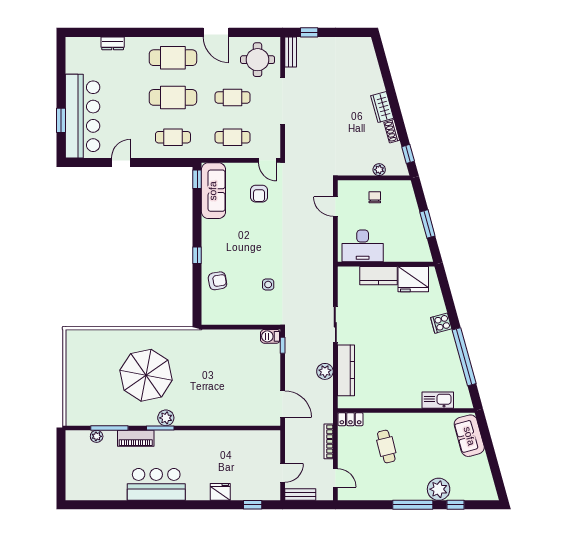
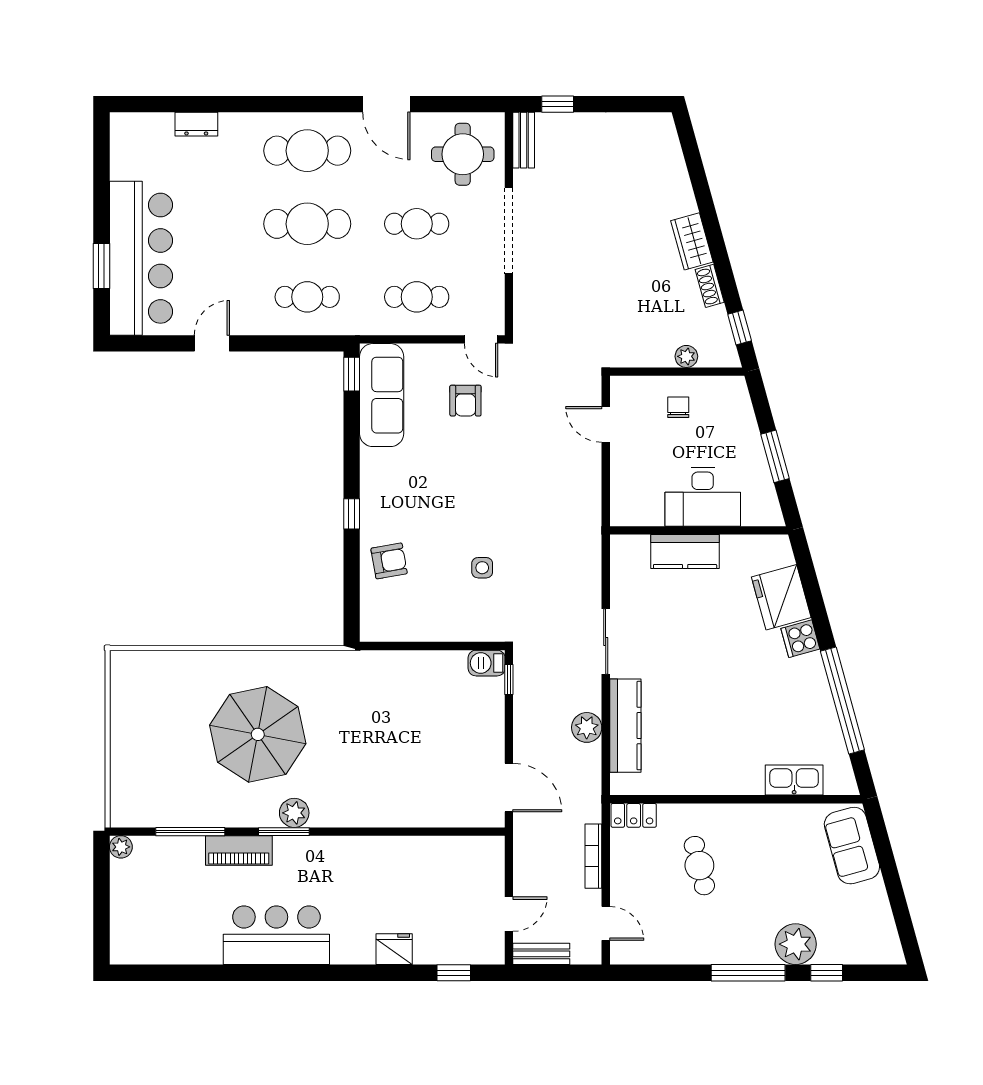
desk: (363, 246) -> (703, 497), moved
fridge: (413, 279) -> (781, 597), moved, turned 75
plant: (97, 436) -> (121, 847), moved

